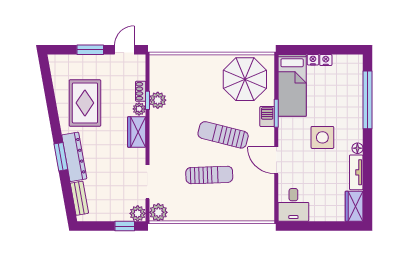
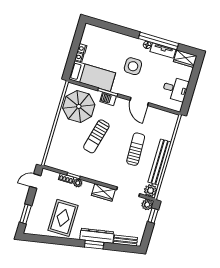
window: (90, 50) -> (26, 214), moved
door: (124, 50) -> (35, 181), hinge flipped
plant: (158, 100) -> (76, 169), removed
window: (368, 100) -> (158, 41), moved
rug: (85, 103) -> (63, 218), turned 90
wardrobe: (137, 132) -> (103, 192), moved
sun lounger: (223, 135) -> (96, 136), moved
door: (276, 160) -> (139, 102), hinge flipped
desk: (293, 205) -> (175, 89), moved
bench: (201, 213) -> (160, 162), added

